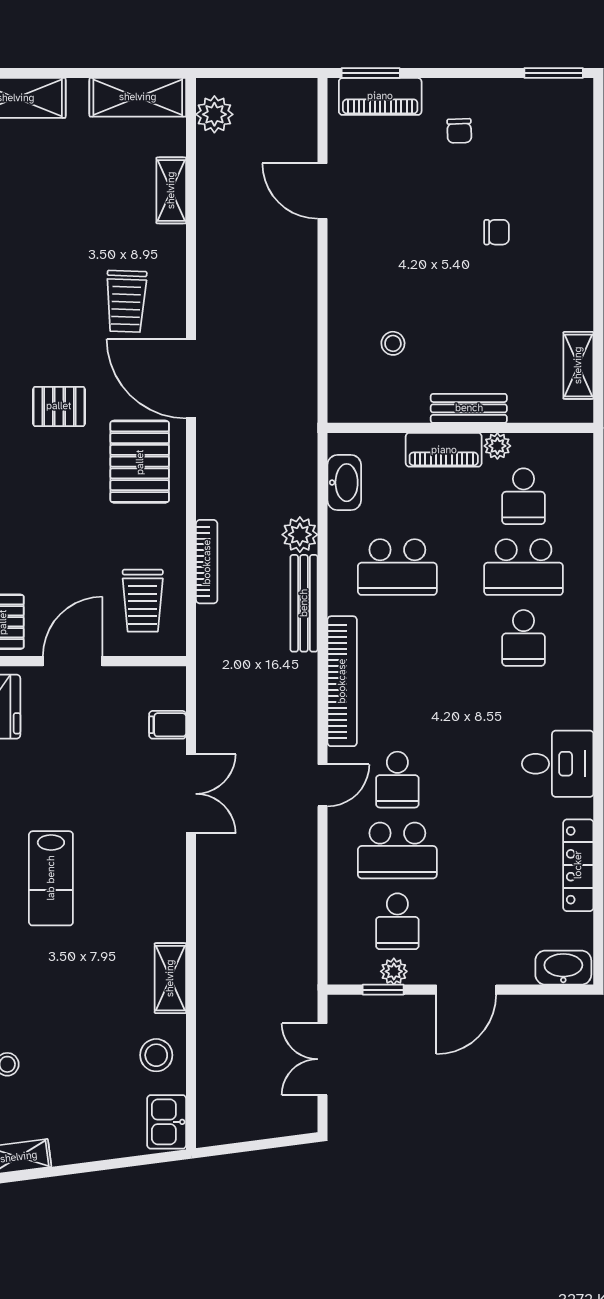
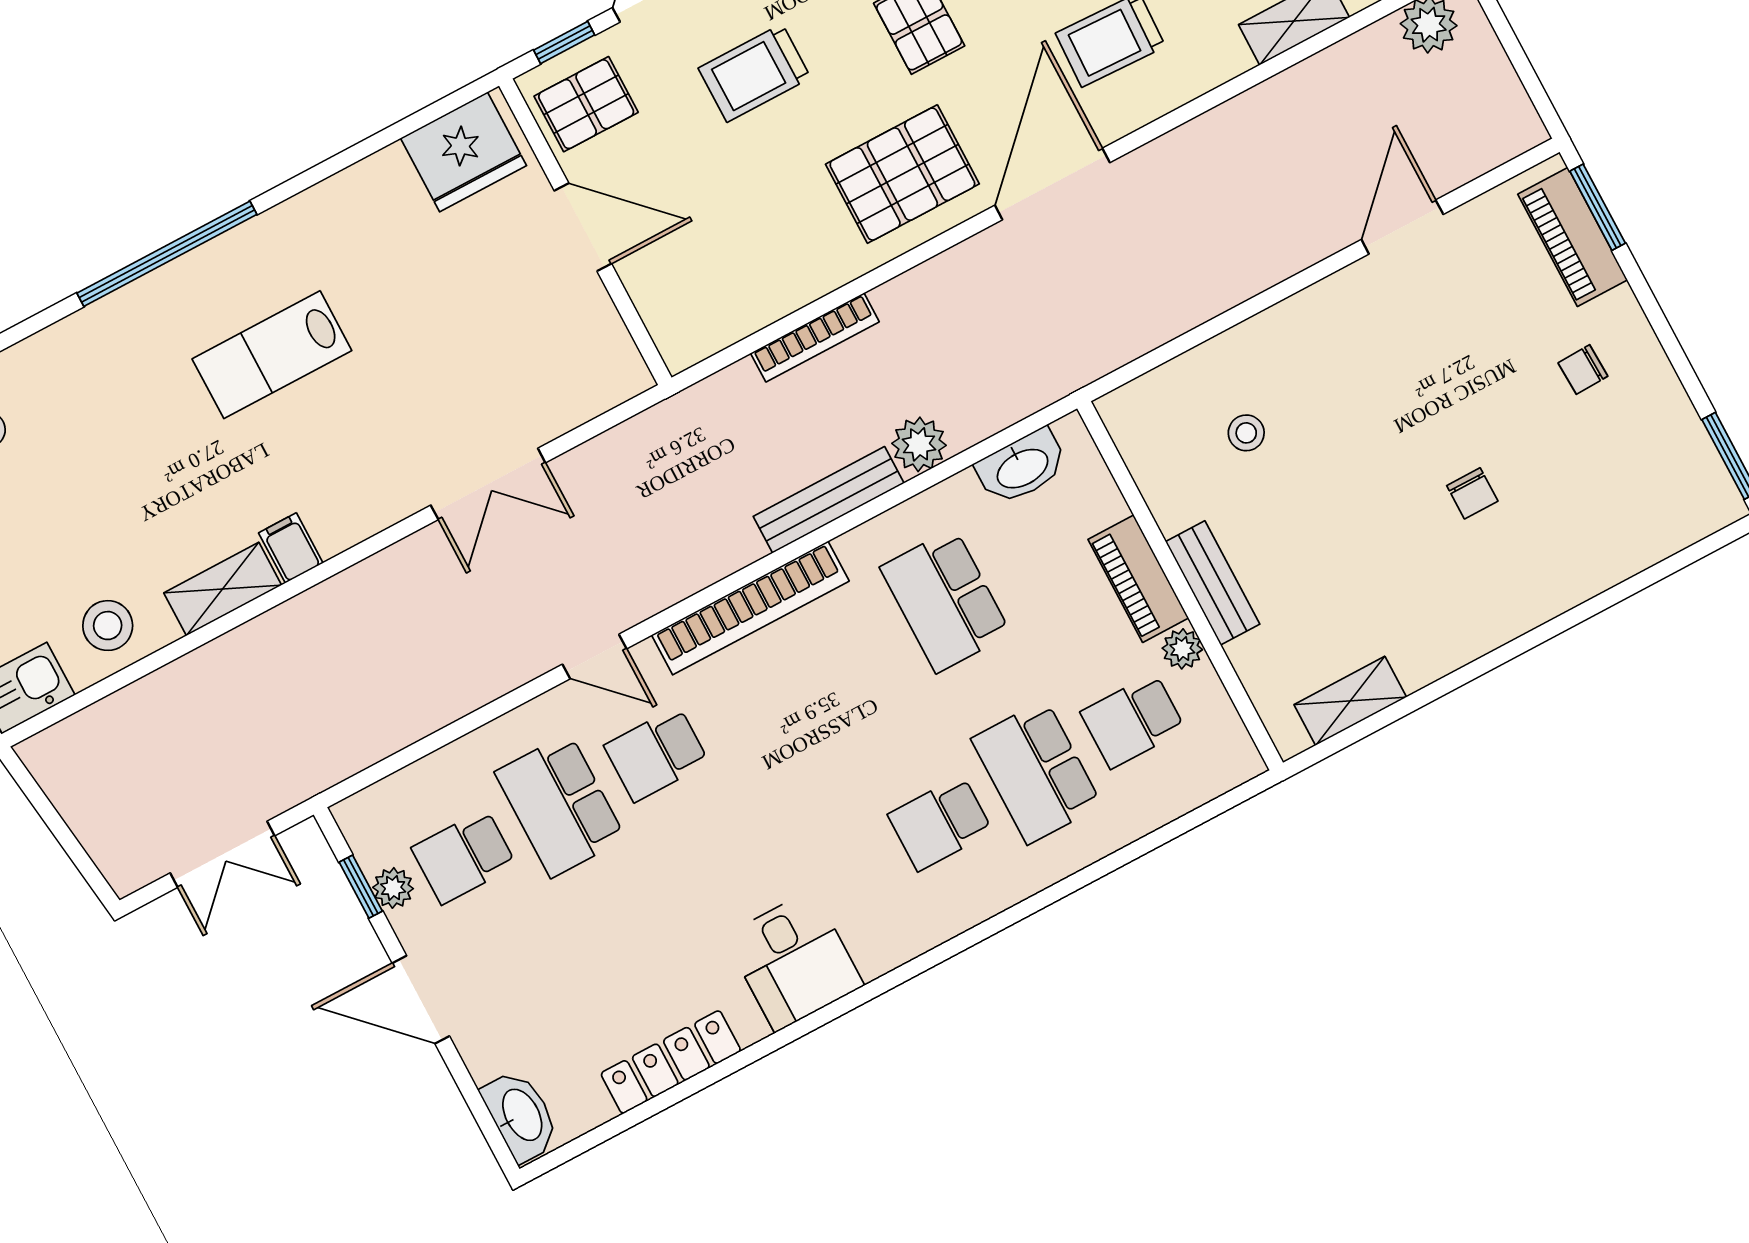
trolley: (143, 601) -> (755, 73), moved
filing cabinet: (168, 725) -> (291, 548), moved
double door: (322, 1059) -> (222, 854), swing flipped

